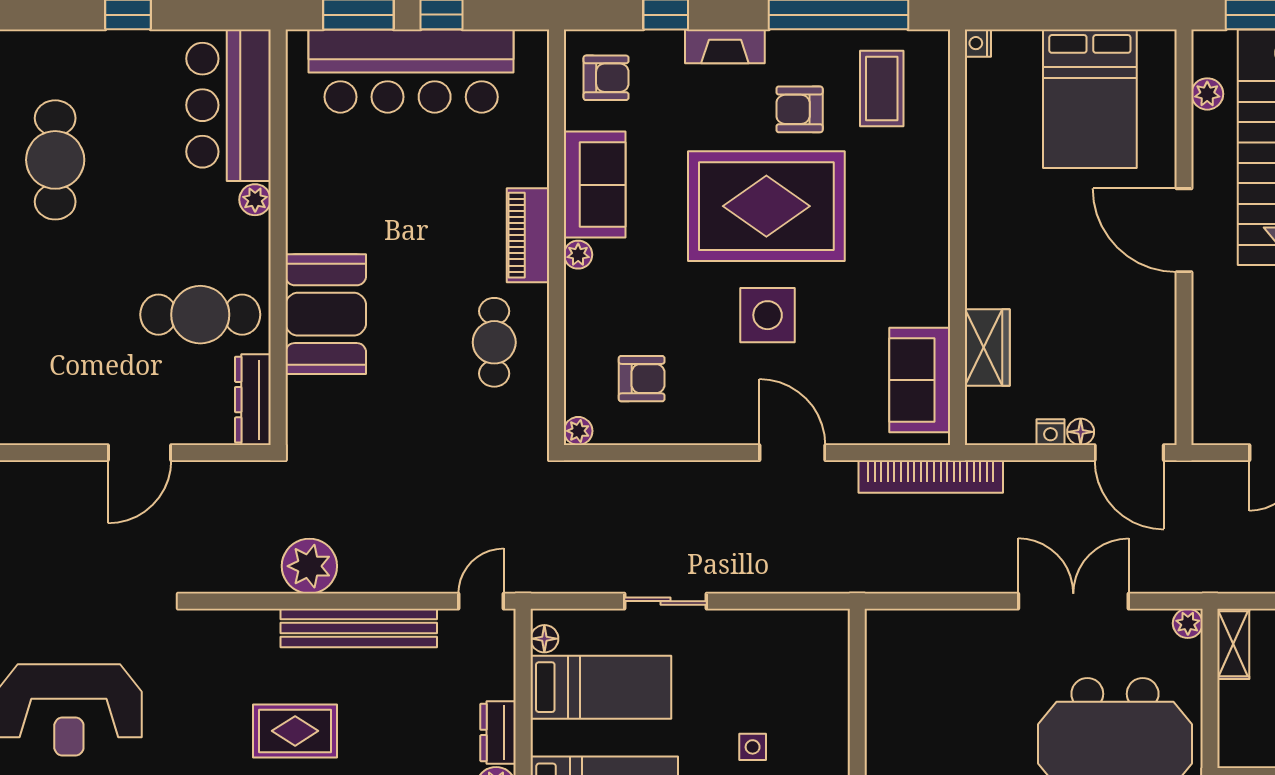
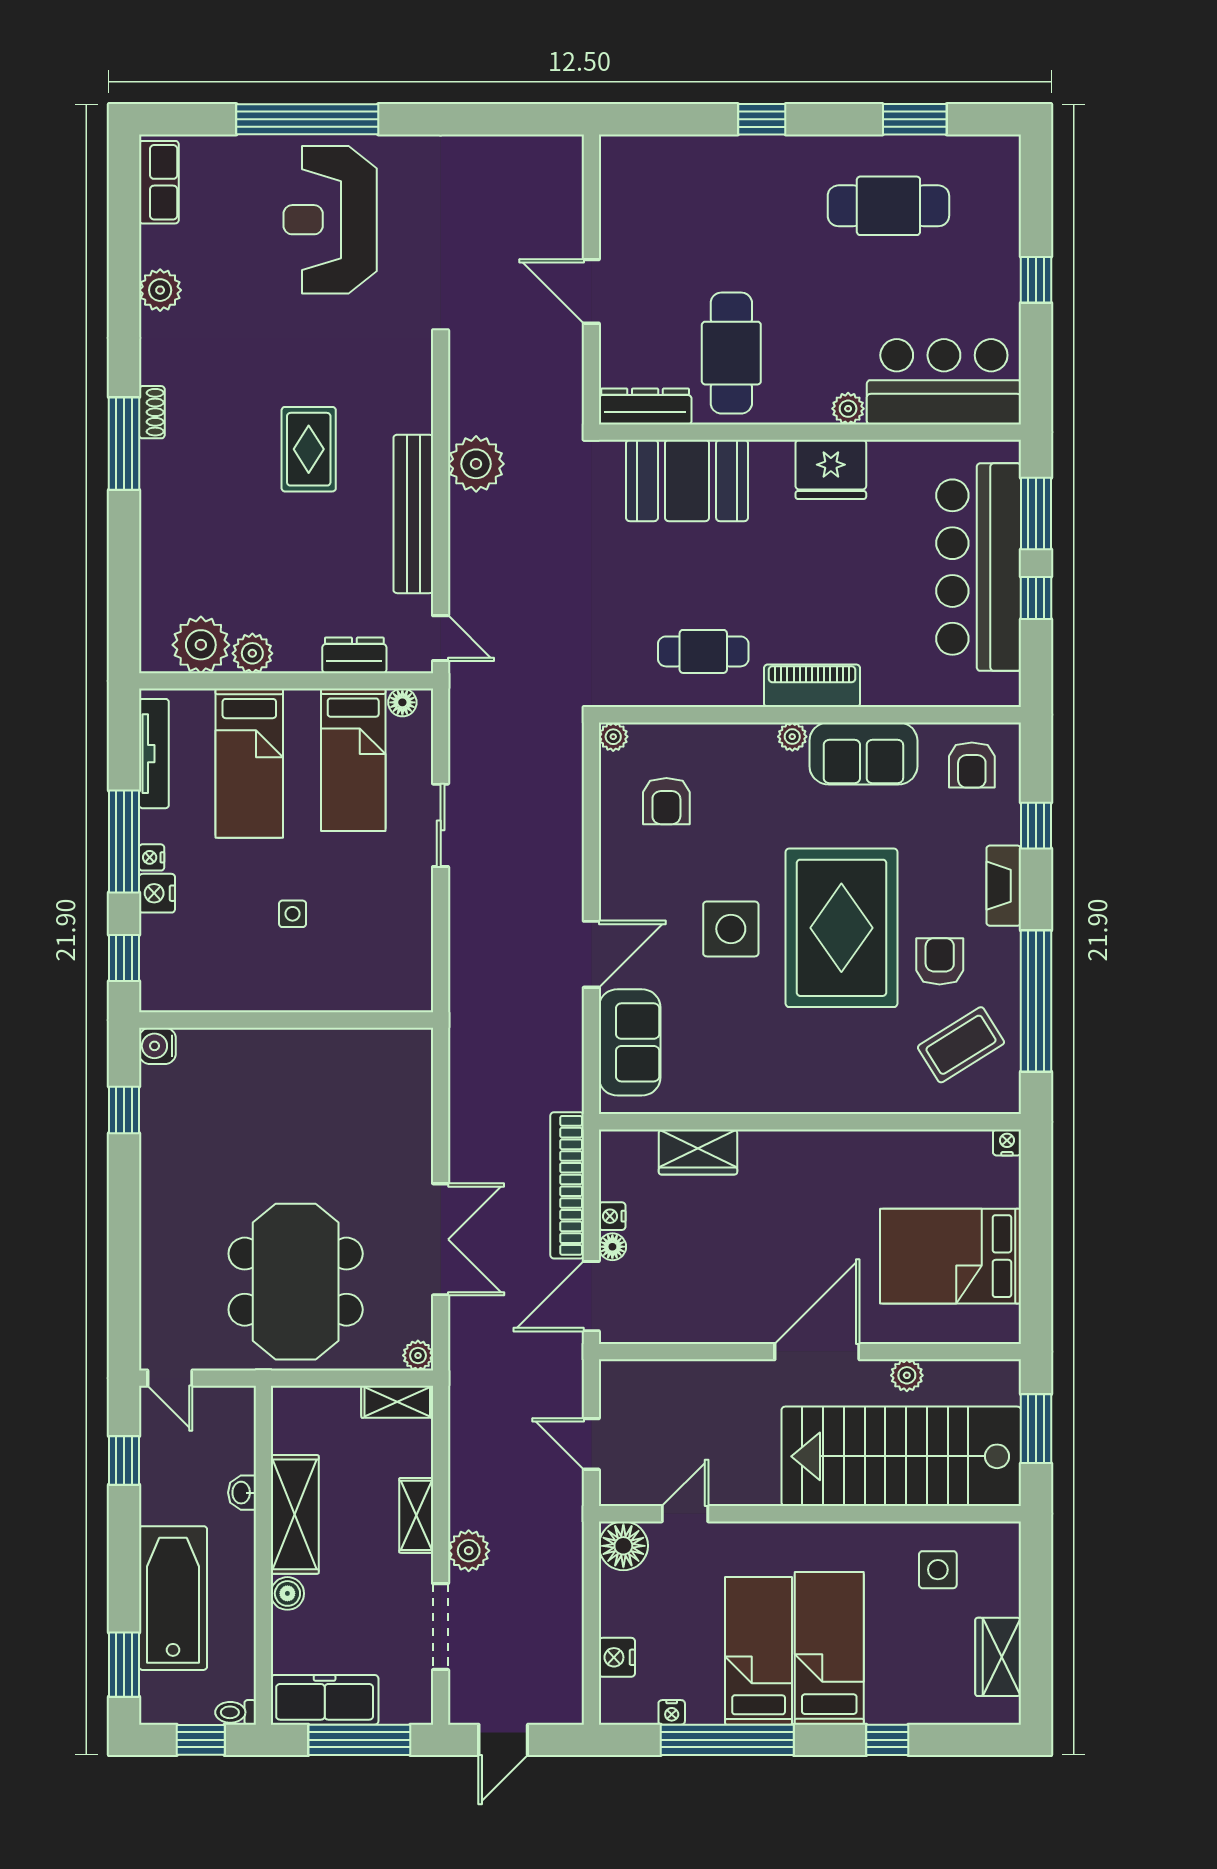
coffee table: (882, 88) -> (961, 1045), turned -32
plant: (1207, 94) -> (907, 1375), moved
fridge: (315, 217) -> (831, 469), added
booth: (326, 314) -> (687, 480), moved
sofa: (920, 380) -> (630, 1042), moved, turned 90
bookcase: (931, 476) -> (567, 1185), moved
dresser: (498, 732) -> (354, 655), moved

